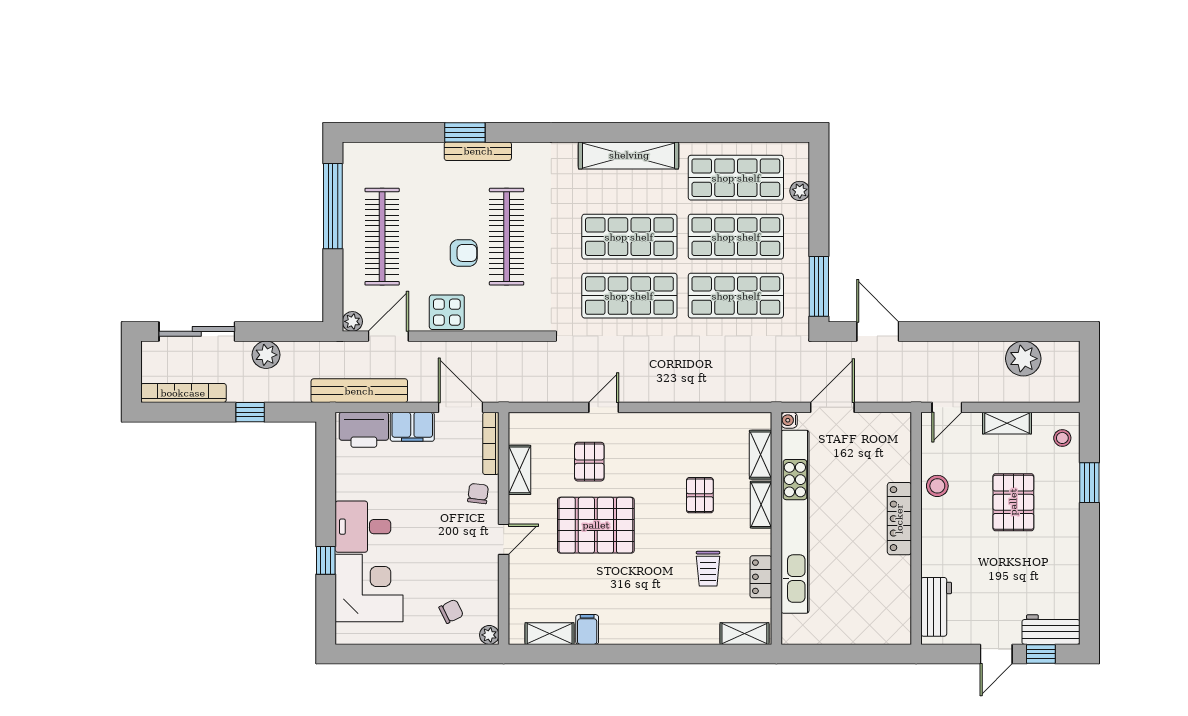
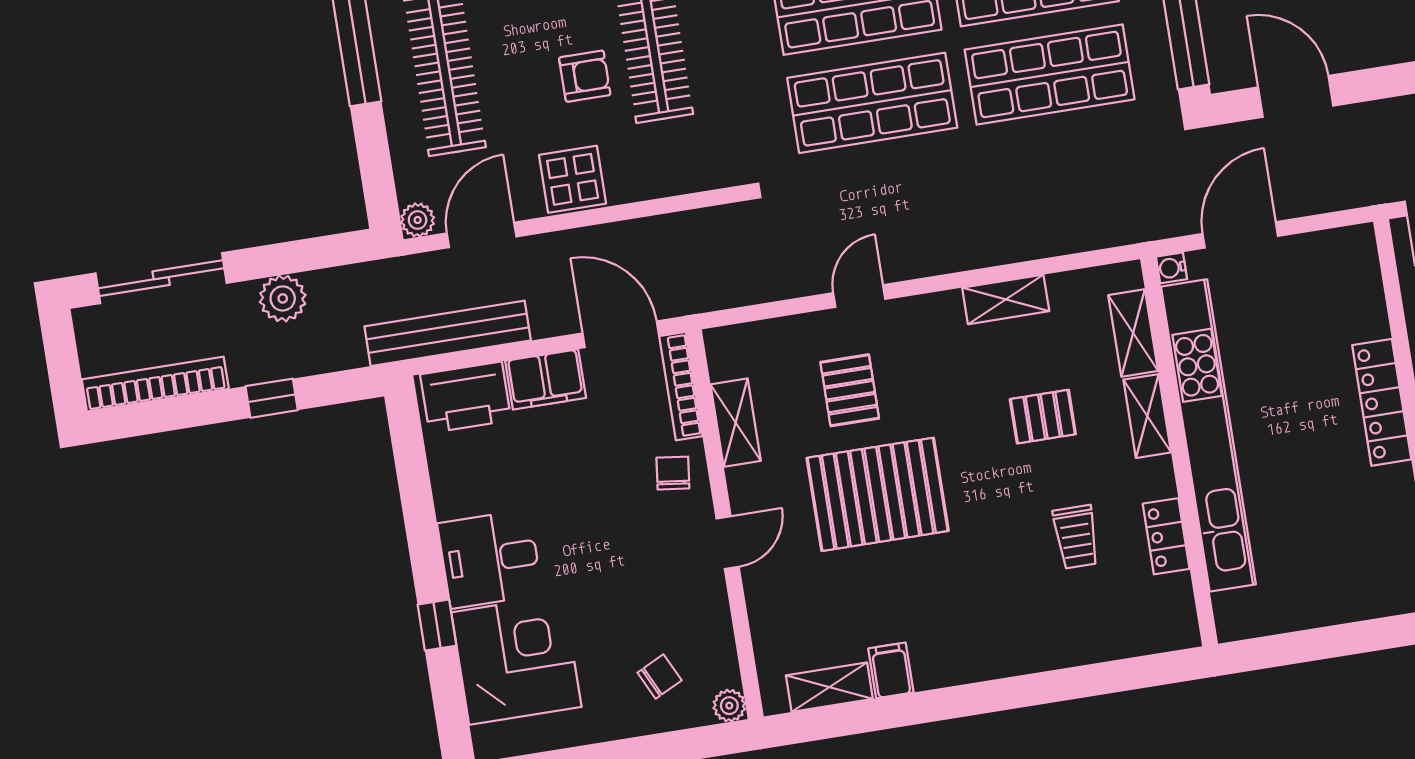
pallet: (700, 495) -> (1043, 417), turned 90
shelving: (744, 634) -> (1006, 299), moved

